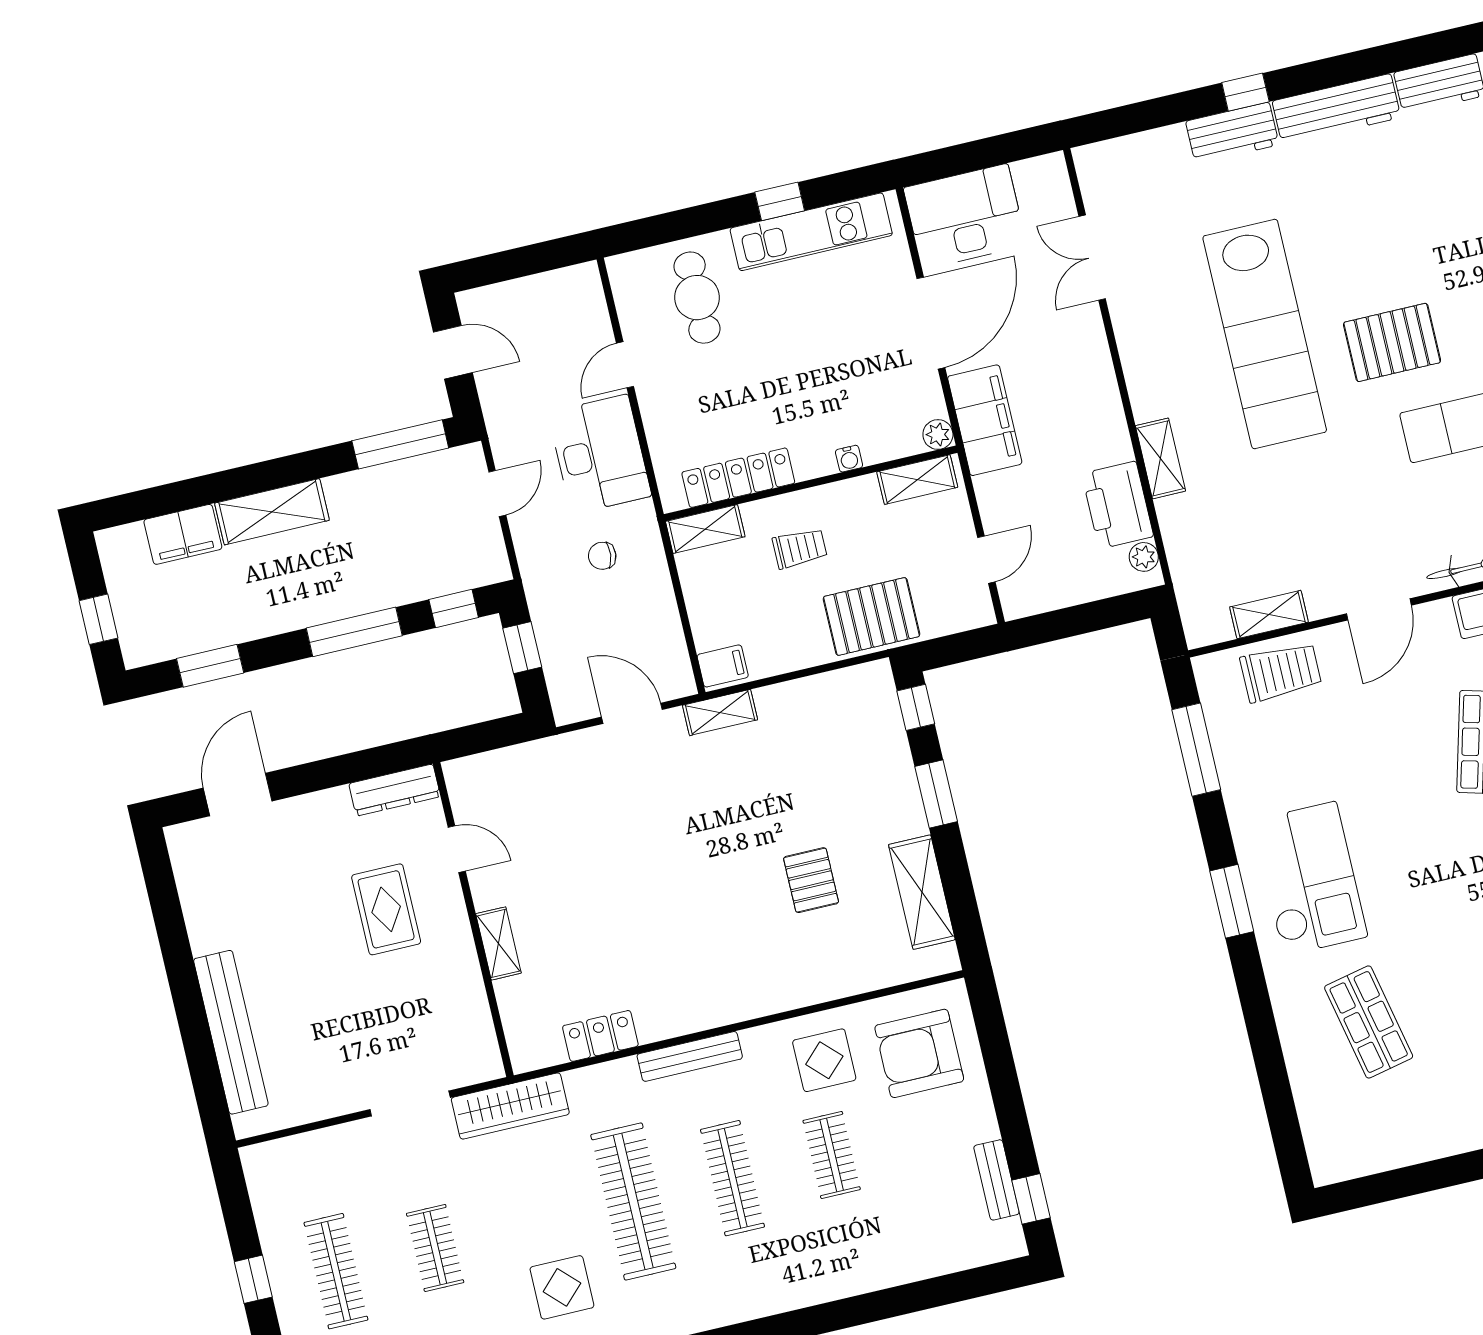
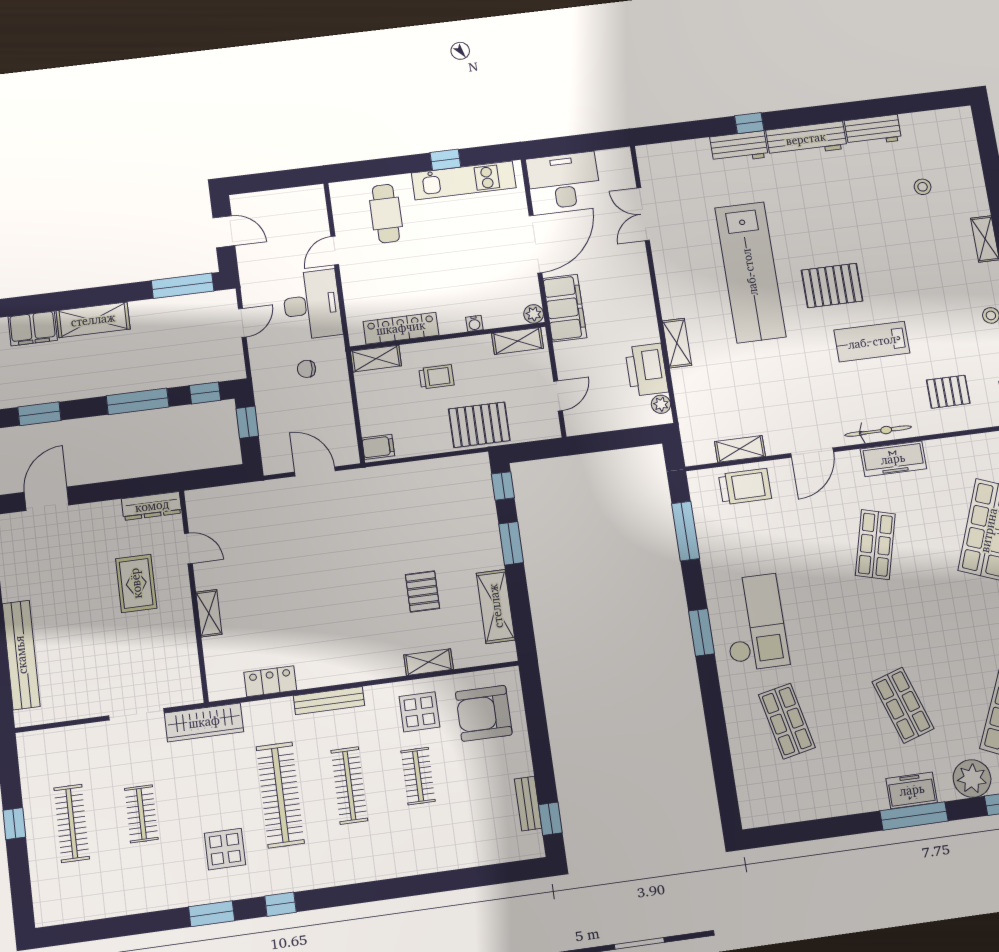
shelving: (720, 712) -> (429, 662), moved

